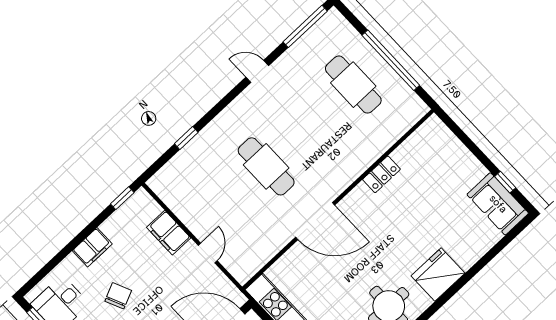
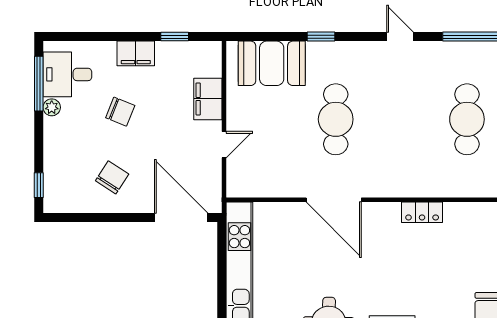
window: (186, 138) -> (321, 37), moved
booth: (189, 169) -> (272, 63), added
window: (122, 198) -> (175, 37), moved
chair: (118, 296) -> (120, 112), turned 46

